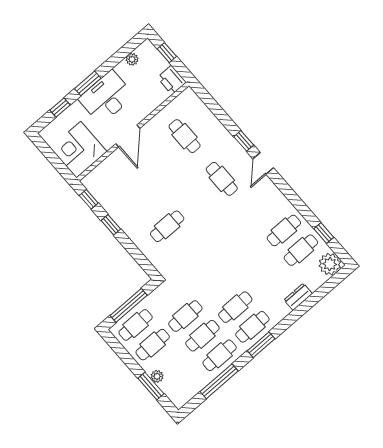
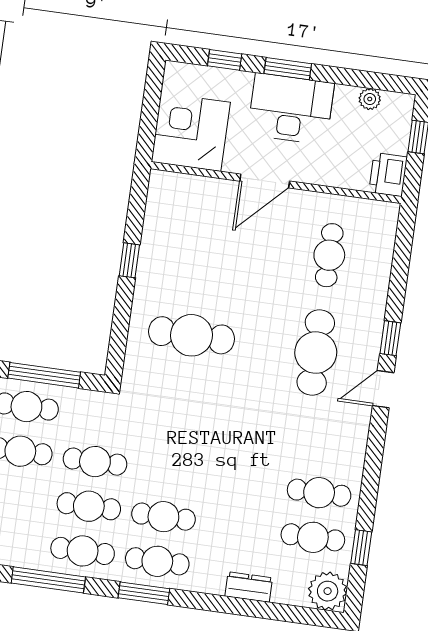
cafe table: (222, 179) -> (316, 353), width x1.37, depth x1.35
window: (89, 199) -> (137, 202), removed
cafe table: (167, 226) -> (192, 335), width x1.37, depth x1.35

